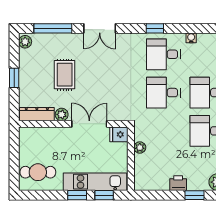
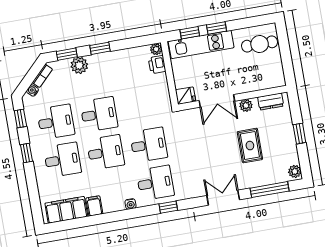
dresser: (37, 114) -> (271, 102), width x0.70
plant: (140, 148) -> (156, 49), moved
printer: (178, 183) -> (157, 65), moved, turned 90

